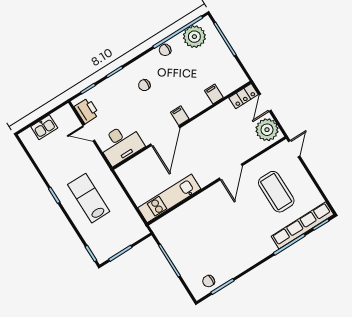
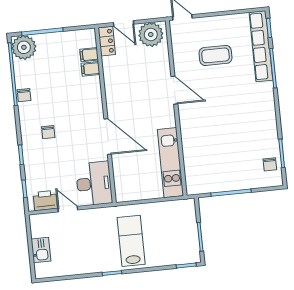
plant: (194, 37) -> (24, 47), moved
filing cabinet: (180, 116) -> (89, 55), moved
door: (89, 133) -> (68, 209), swing flipped
coffee table: (276, 192) -> (215, 55), width x0.73, depth x0.76
lab bench: (89, 198) -> (131, 241), turned 90

